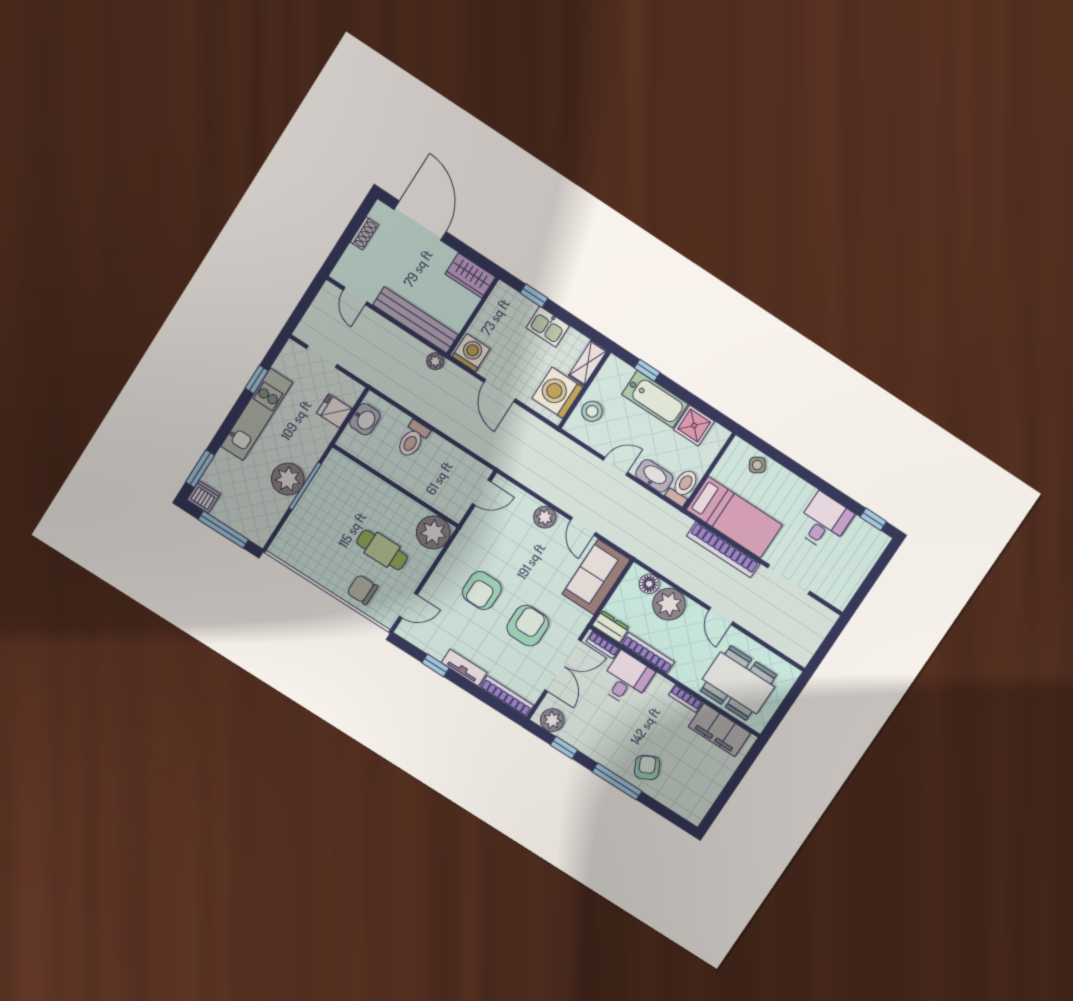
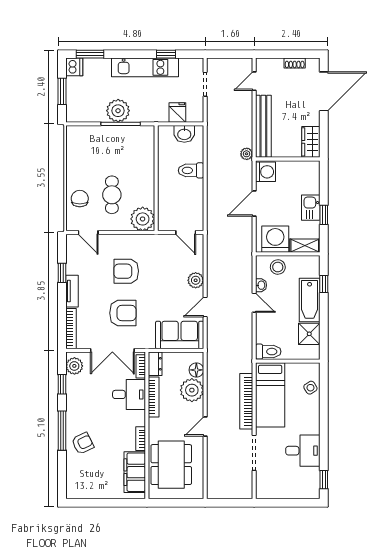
window: (534, 296) -> (324, 215), moved
washbasin: (654, 476) -> (261, 285), moved, width x0.52, depth x0.69
window: (223, 530) -> (62, 91), width x0.69

